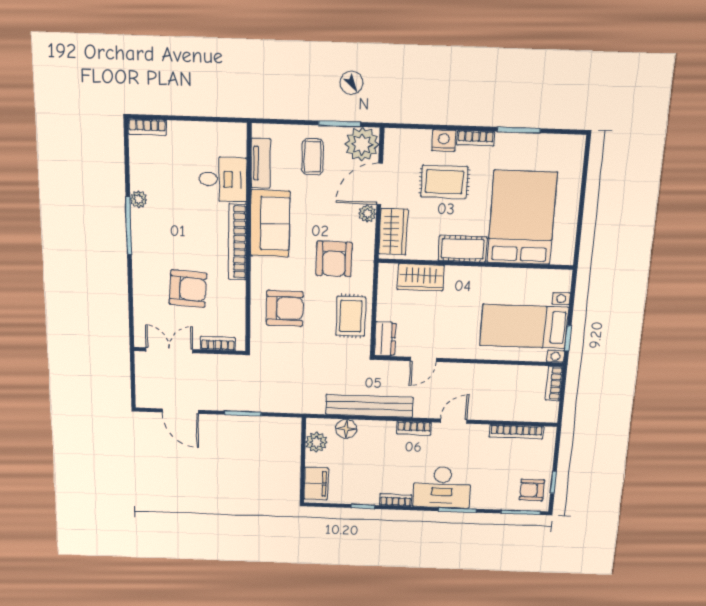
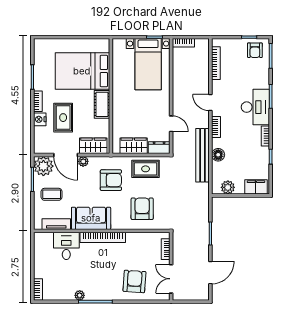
wardrobe: (421, 277) -> (134, 146), moved, turned -90
armchair: (188, 289) -> (134, 281), moved
floor lamp: (346, 429) -> (218, 155), moved

